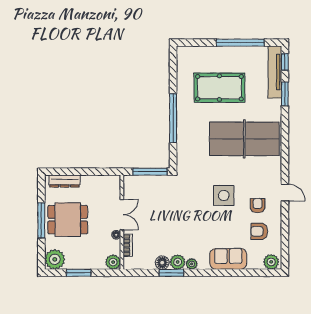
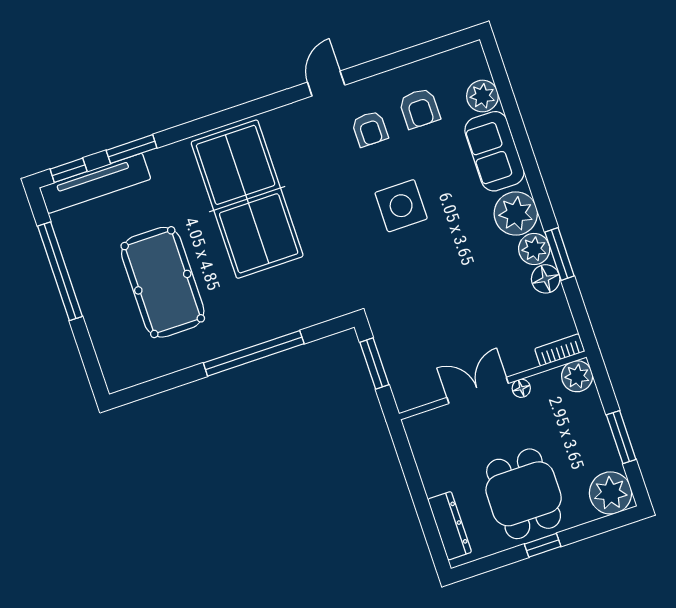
window: (150, 172) -> (374, 364), width x0.69
side table: (224, 195) -> (401, 206), moved
armchair: (258, 206) -> (370, 129), turned -90
window: (41, 220) -> (543, 545), width x0.46
bookcase: (128, 245) -> (560, 350), moved
plant: (271, 262) -> (482, 96), moved
plant: (192, 264) -> (516, 214), width x1.88, depth x1.88

